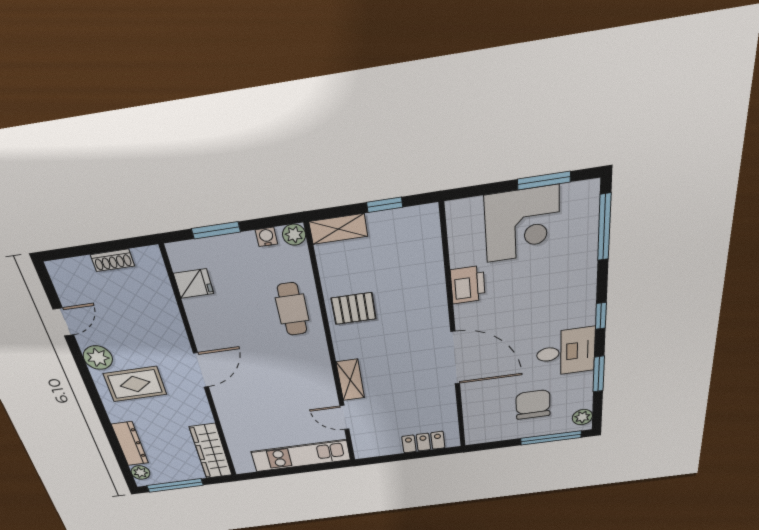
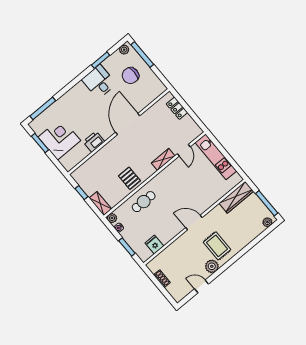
window: (601, 316) -> (76, 81), removed
dresser: (130, 444) -> (252, 234), removed

